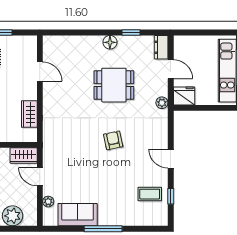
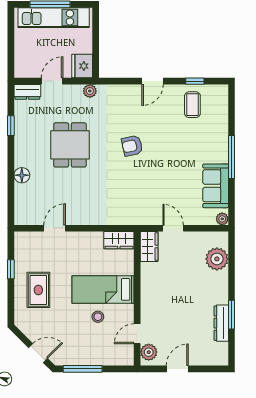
floor lamp: (110, 42) -> (22, 175), moved
wardrobe: (29, 114) -> (119, 240), moved
door: (40, 177) -> (173, 228), swing flipped
plant: (48, 202) -> (222, 219), moved

